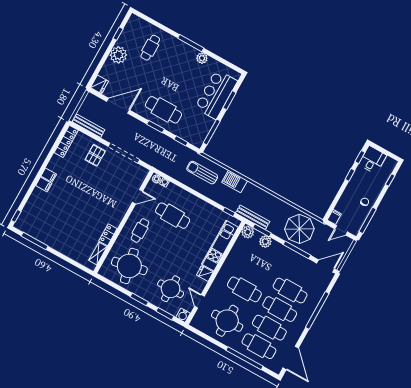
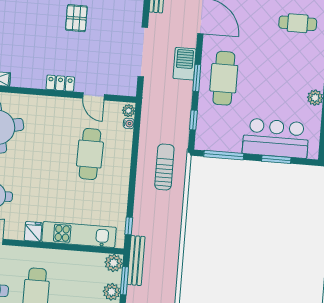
pallet: (95, 155) -> (76, 18), moved, turned 90
barbecue: (235, 181) -> (185, 64), moved
cafe table: (140, 230) -> (51, 120), removed
locker: (108, 235) -> (60, 83), moved

